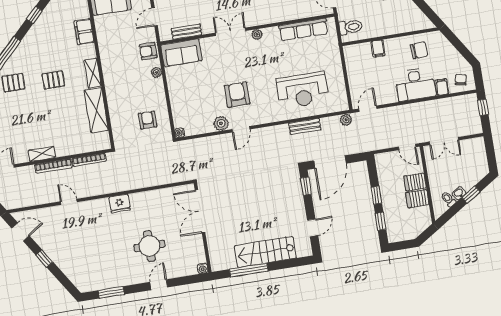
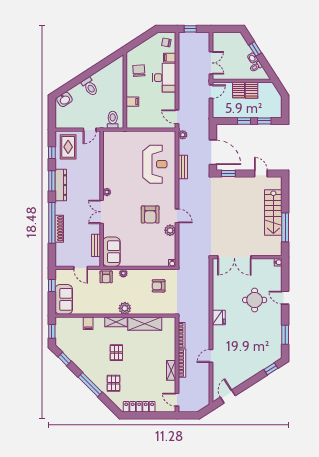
row of seats: (303, 30) -> (109, 156), removed
filing cabinet: (84, 32) -> (88, 323), width x0.50
plant: (112, 82) -> (125, 308), added
armchair: (237, 95) -> (150, 215), turned -90
window: (44, 258) -> (271, 369), moved

